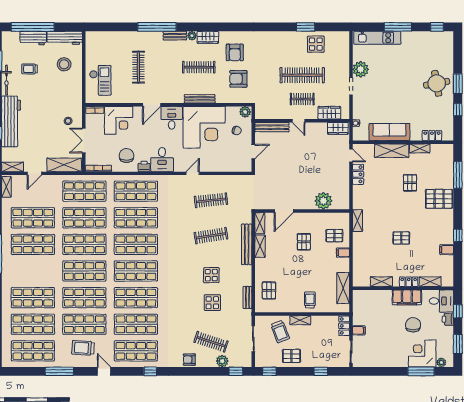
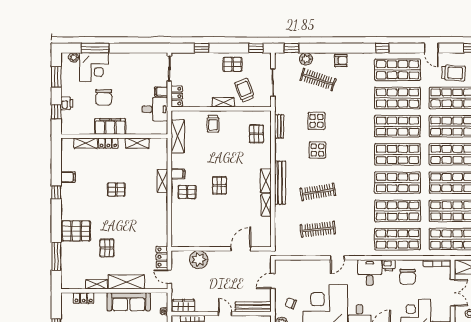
plant: (323, 201) -> (199, 260), moved
door: (284, 211) -> (241, 249), moved
wall: (302, 211) -> (221, 249), moved
shelving: (358, 221) -> (162, 181), moved
desk: (441, 301) -> (155, 109), moved, turned 180

